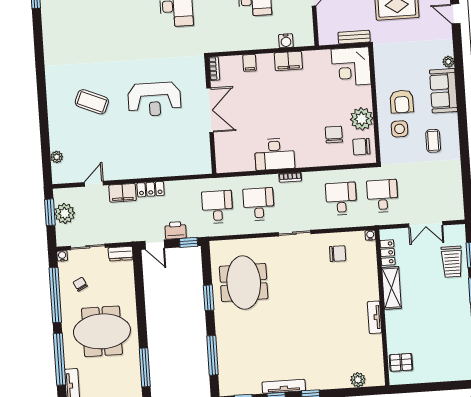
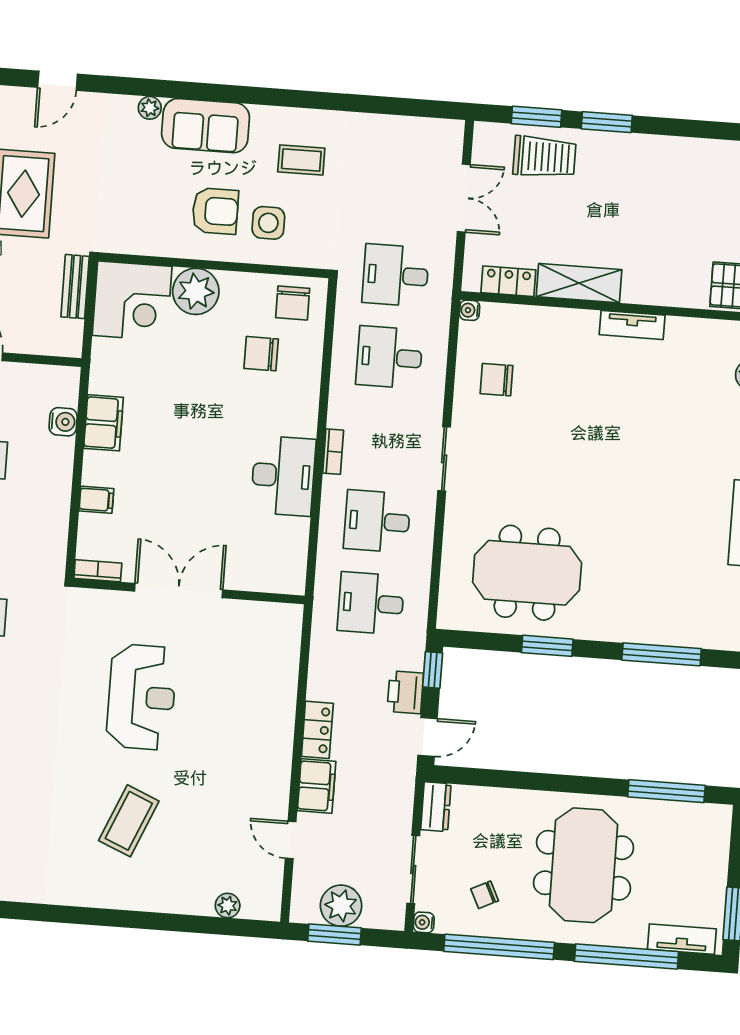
plant: (362, 119) -> (196, 291), moved
chair: (338, 254) -> (497, 380), turned -90

